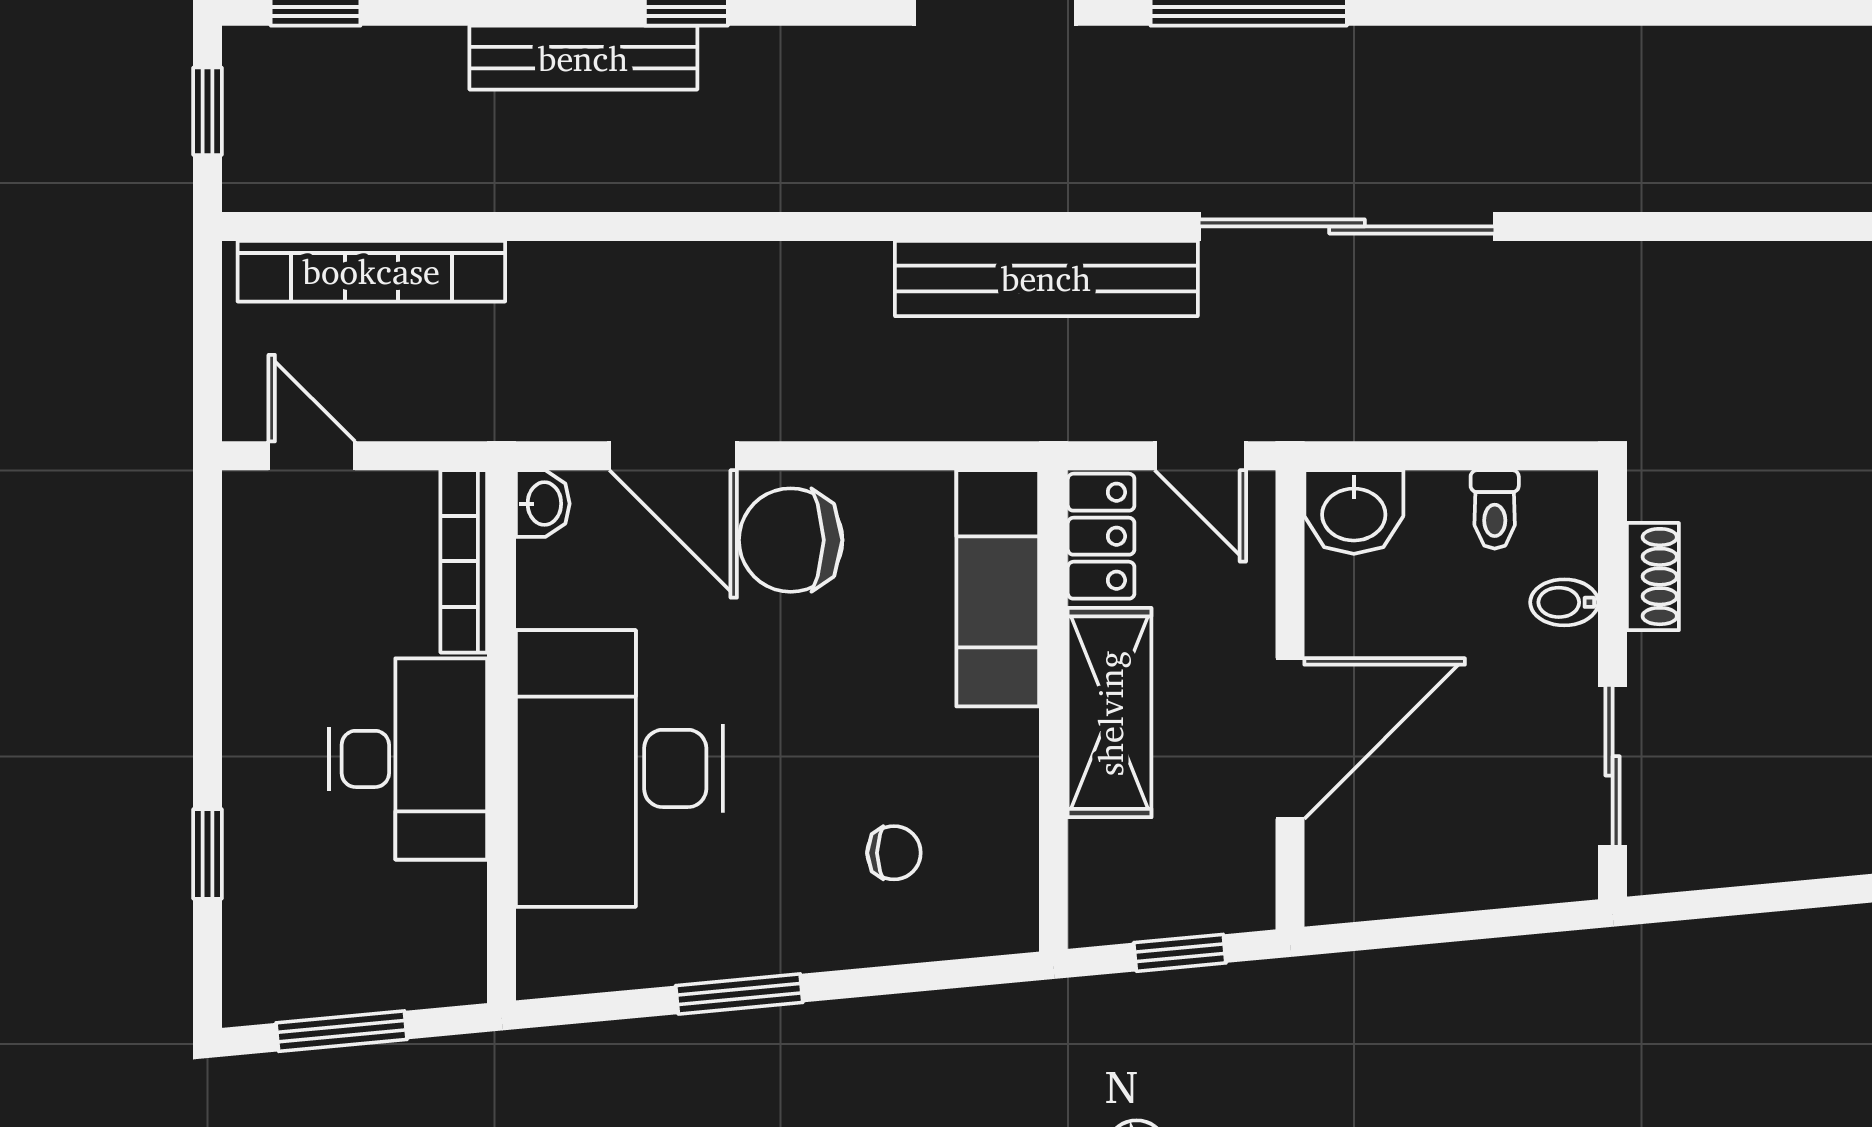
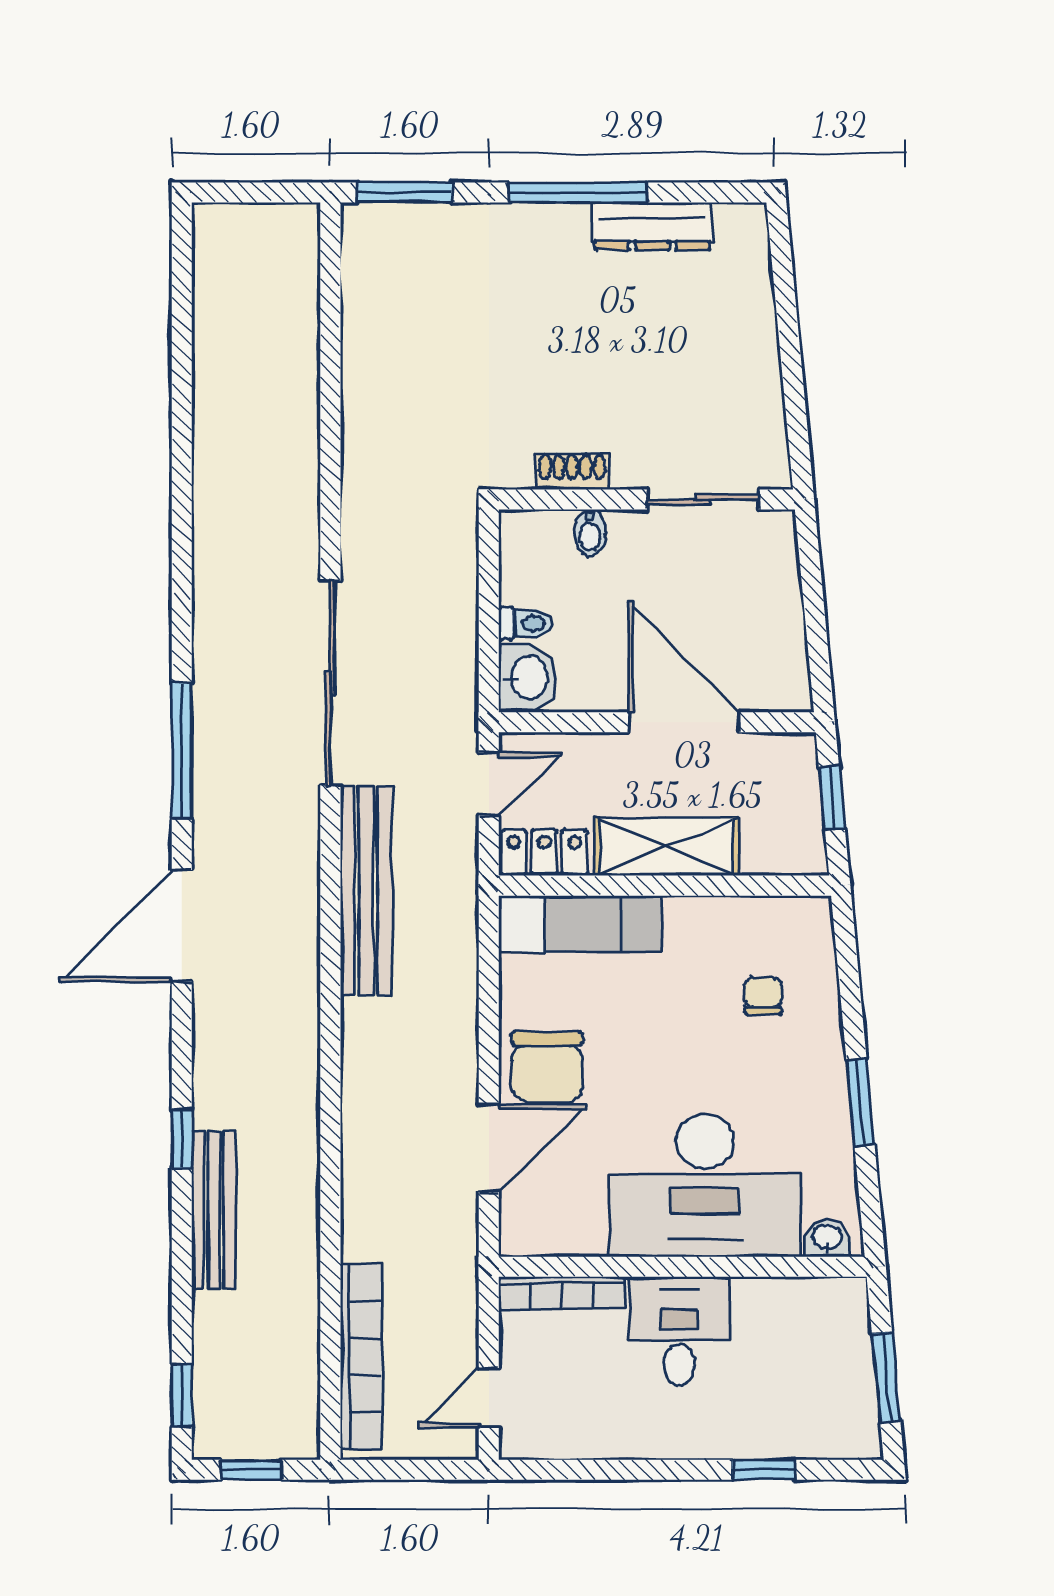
washbasin: (543, 504) -> (827, 1238), moved
toilet: (1495, 509) -> (526, 623), moved
desk: (408, 759) -> (679, 1331), width x0.73

